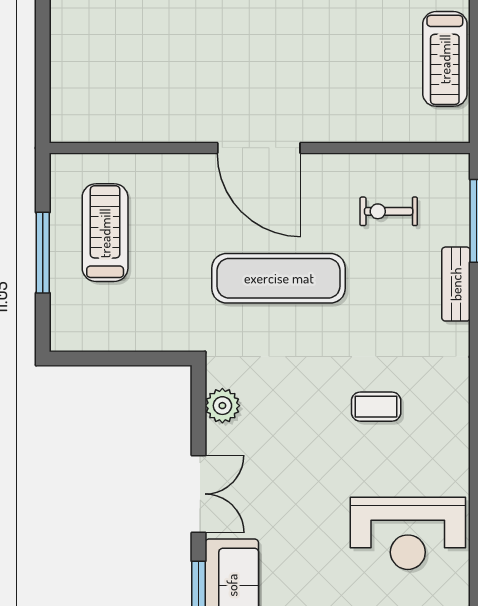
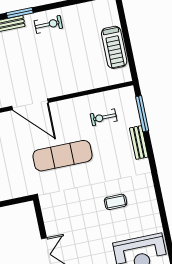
door: (259, 148) -> (30, 104), moved
plant: (222, 406) -> (50, 215), removed

